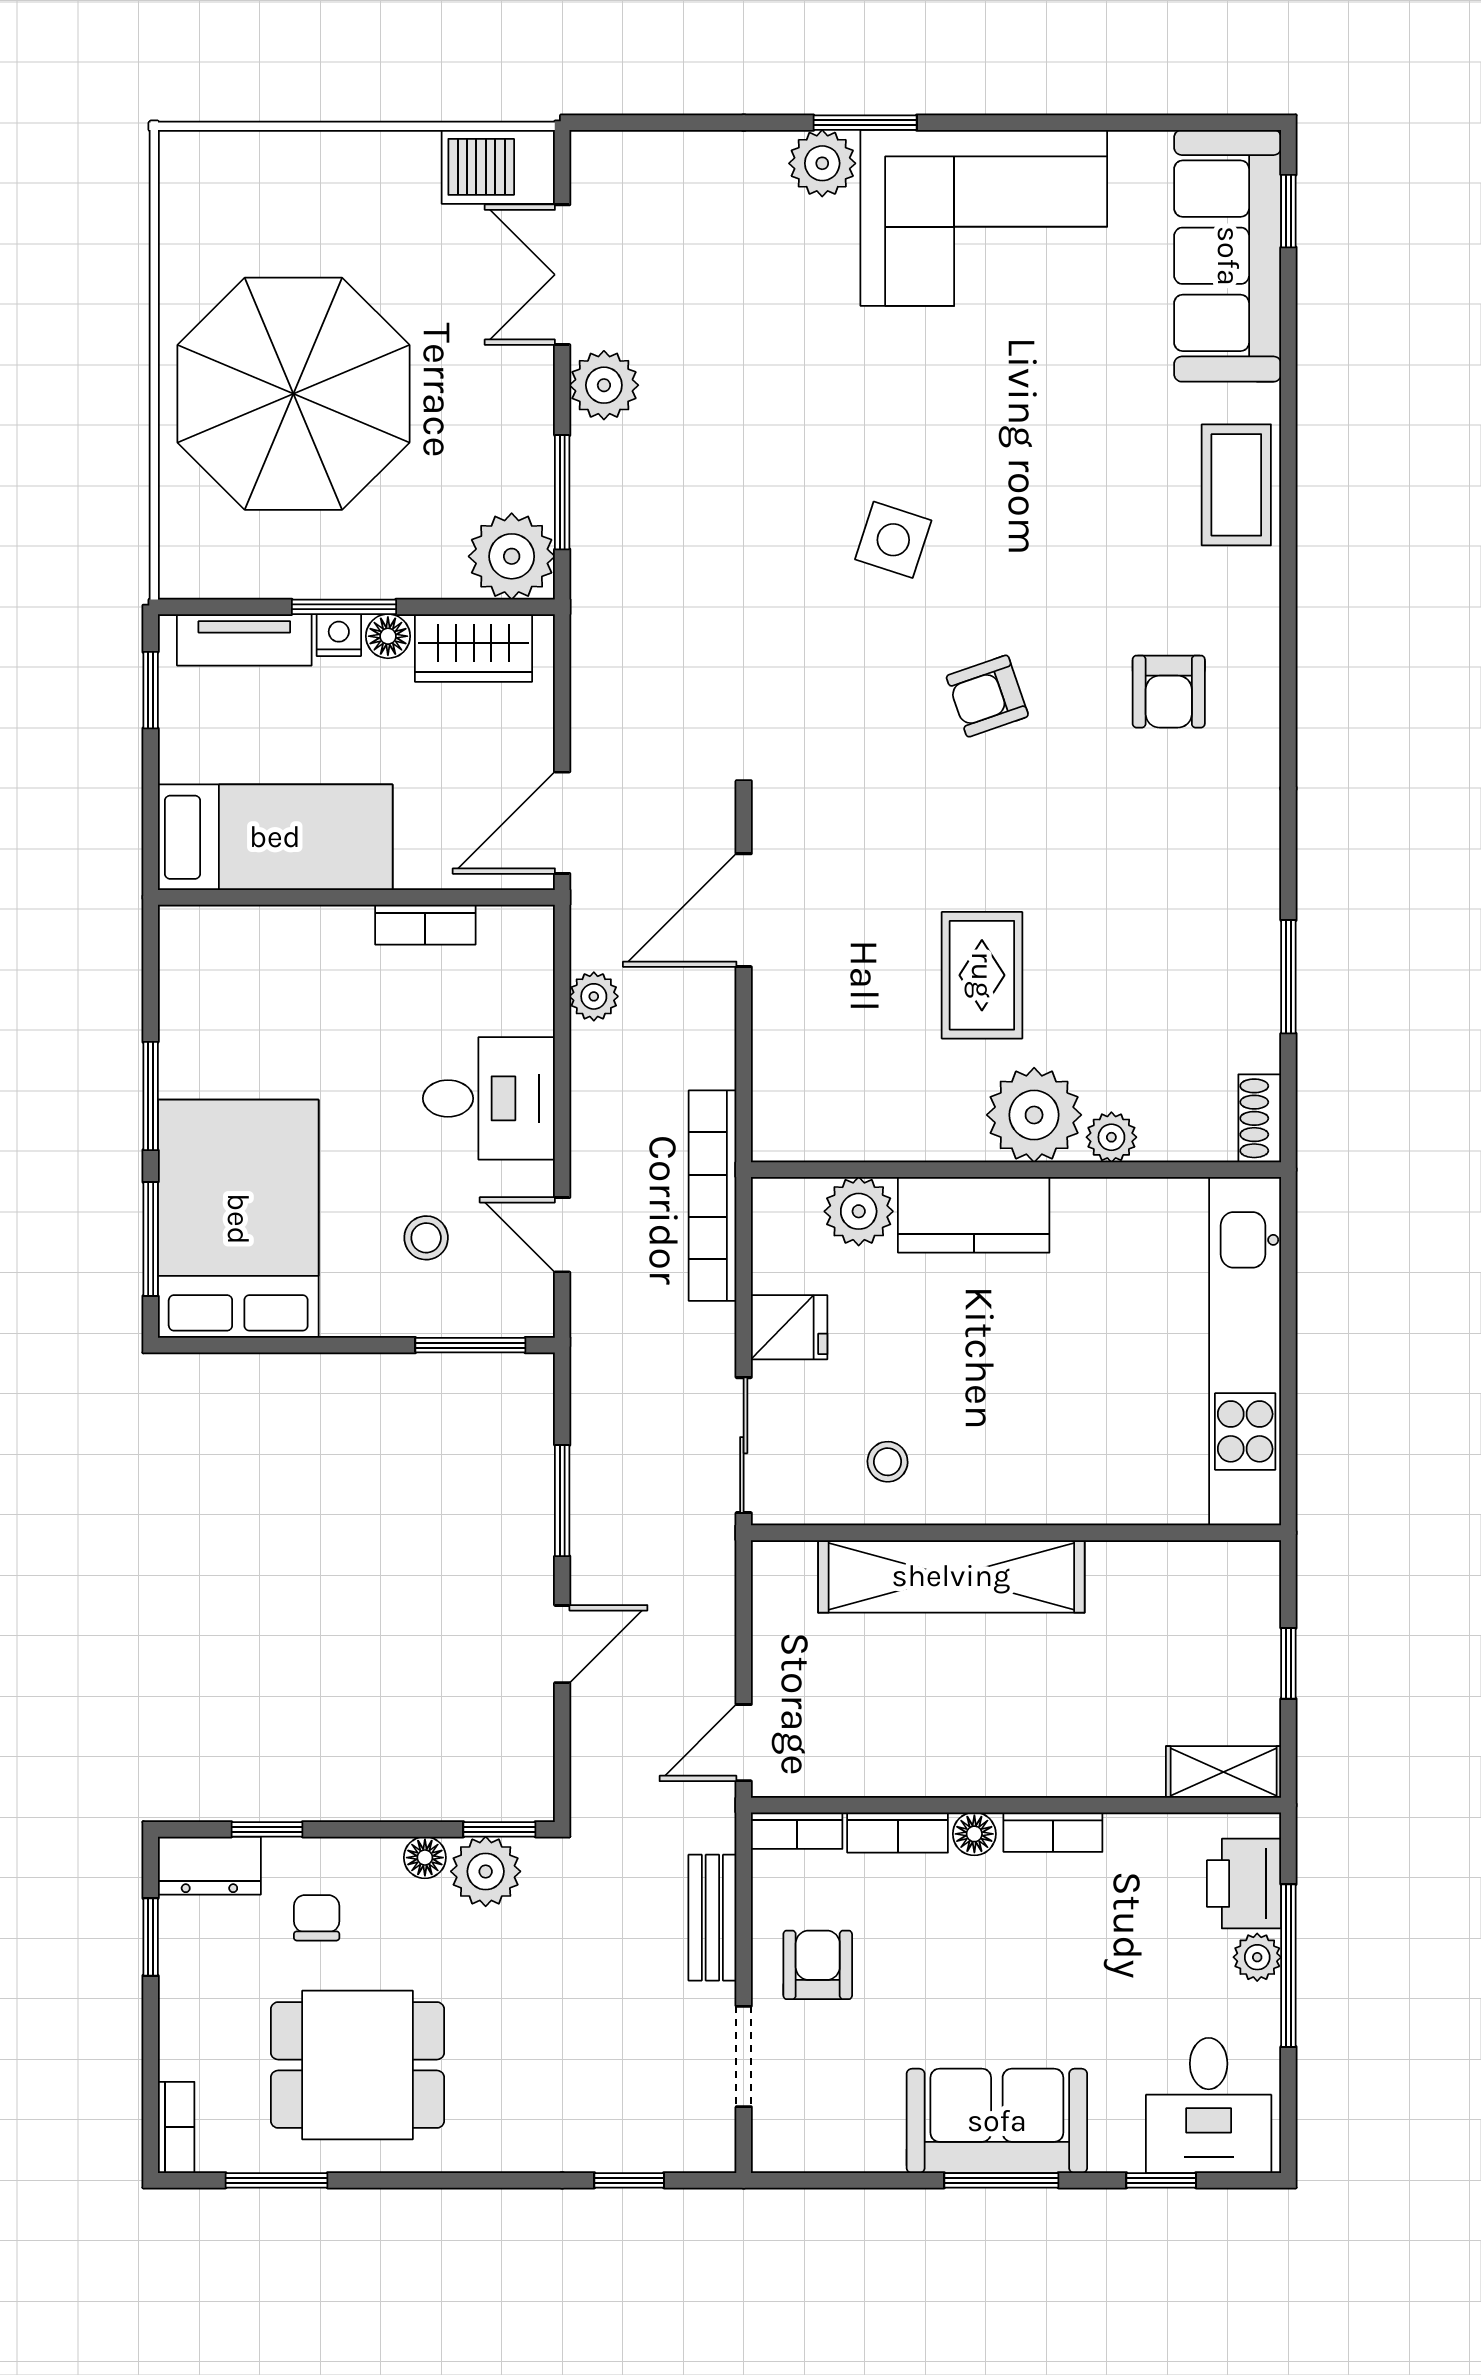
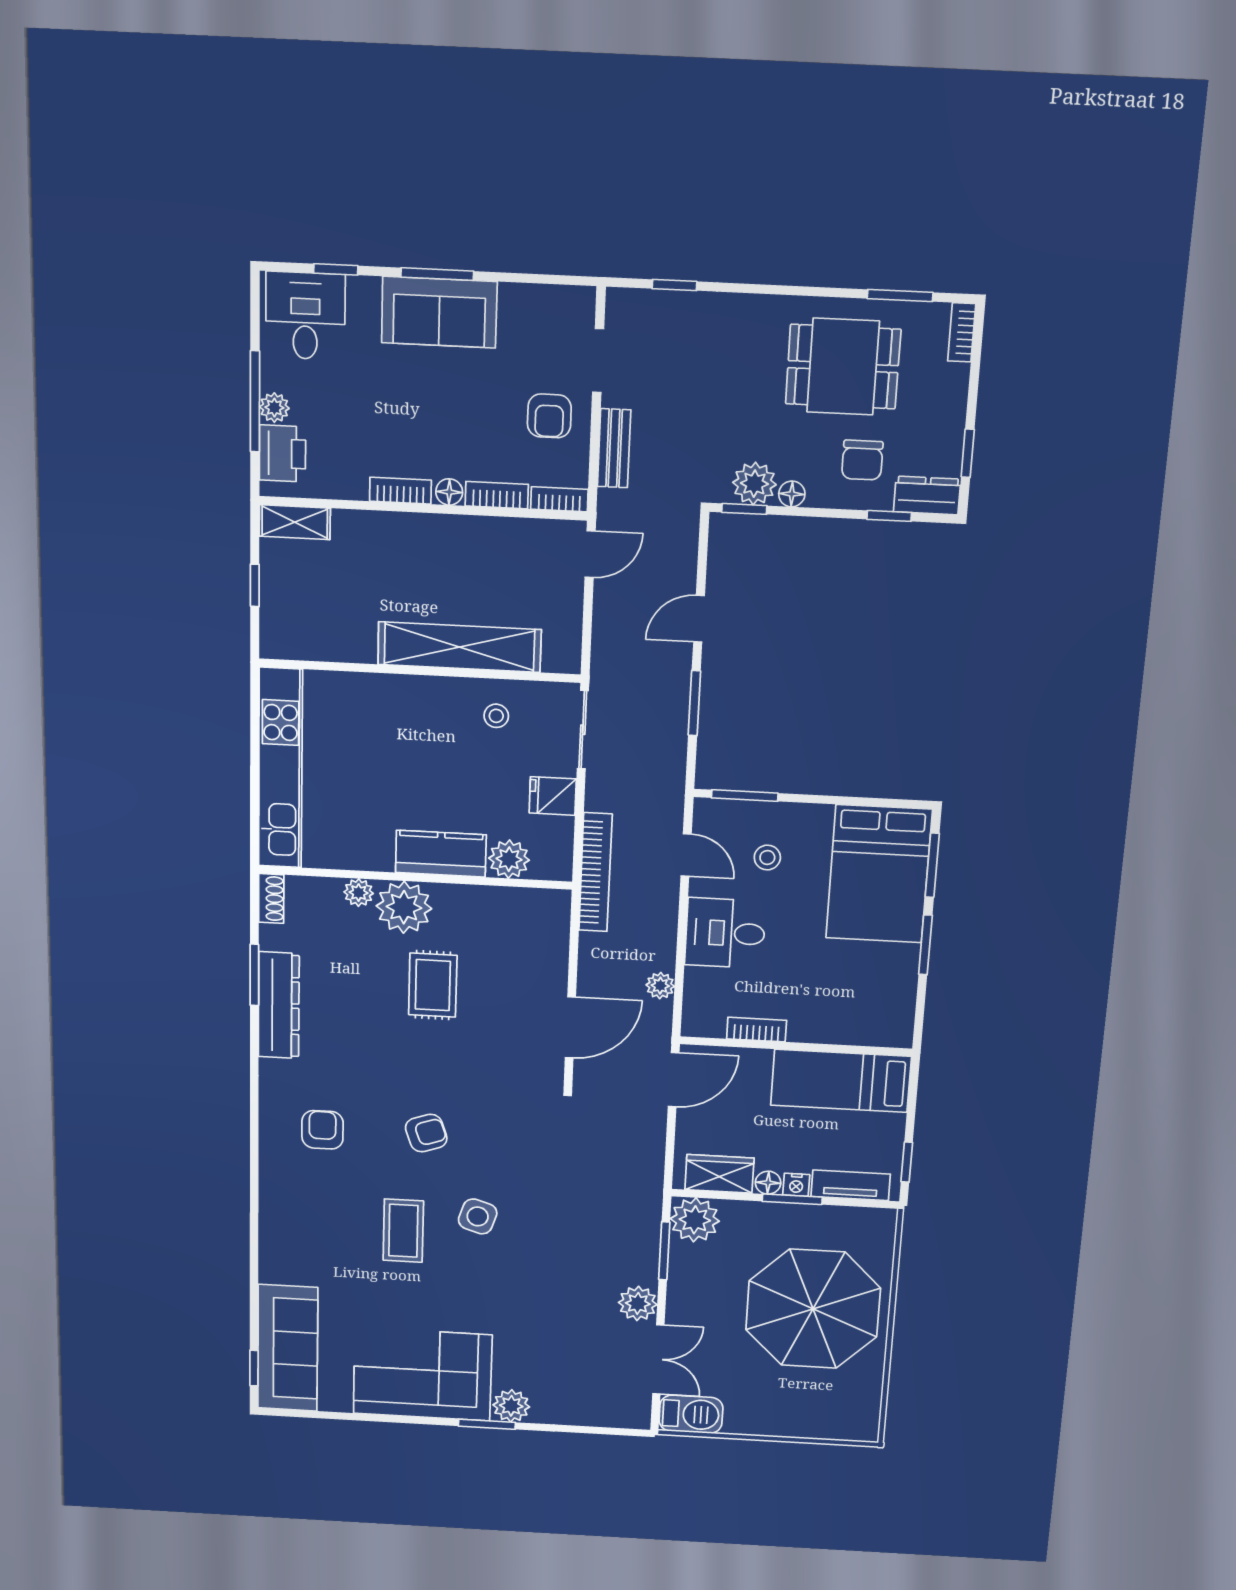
coffee table: (1236, 485) -> (403, 1231), moved
dresser: (1246, 923) -> (279, 1005), added
chair: (317, 1918) -> (862, 460), width x1.37, depth x1.37

